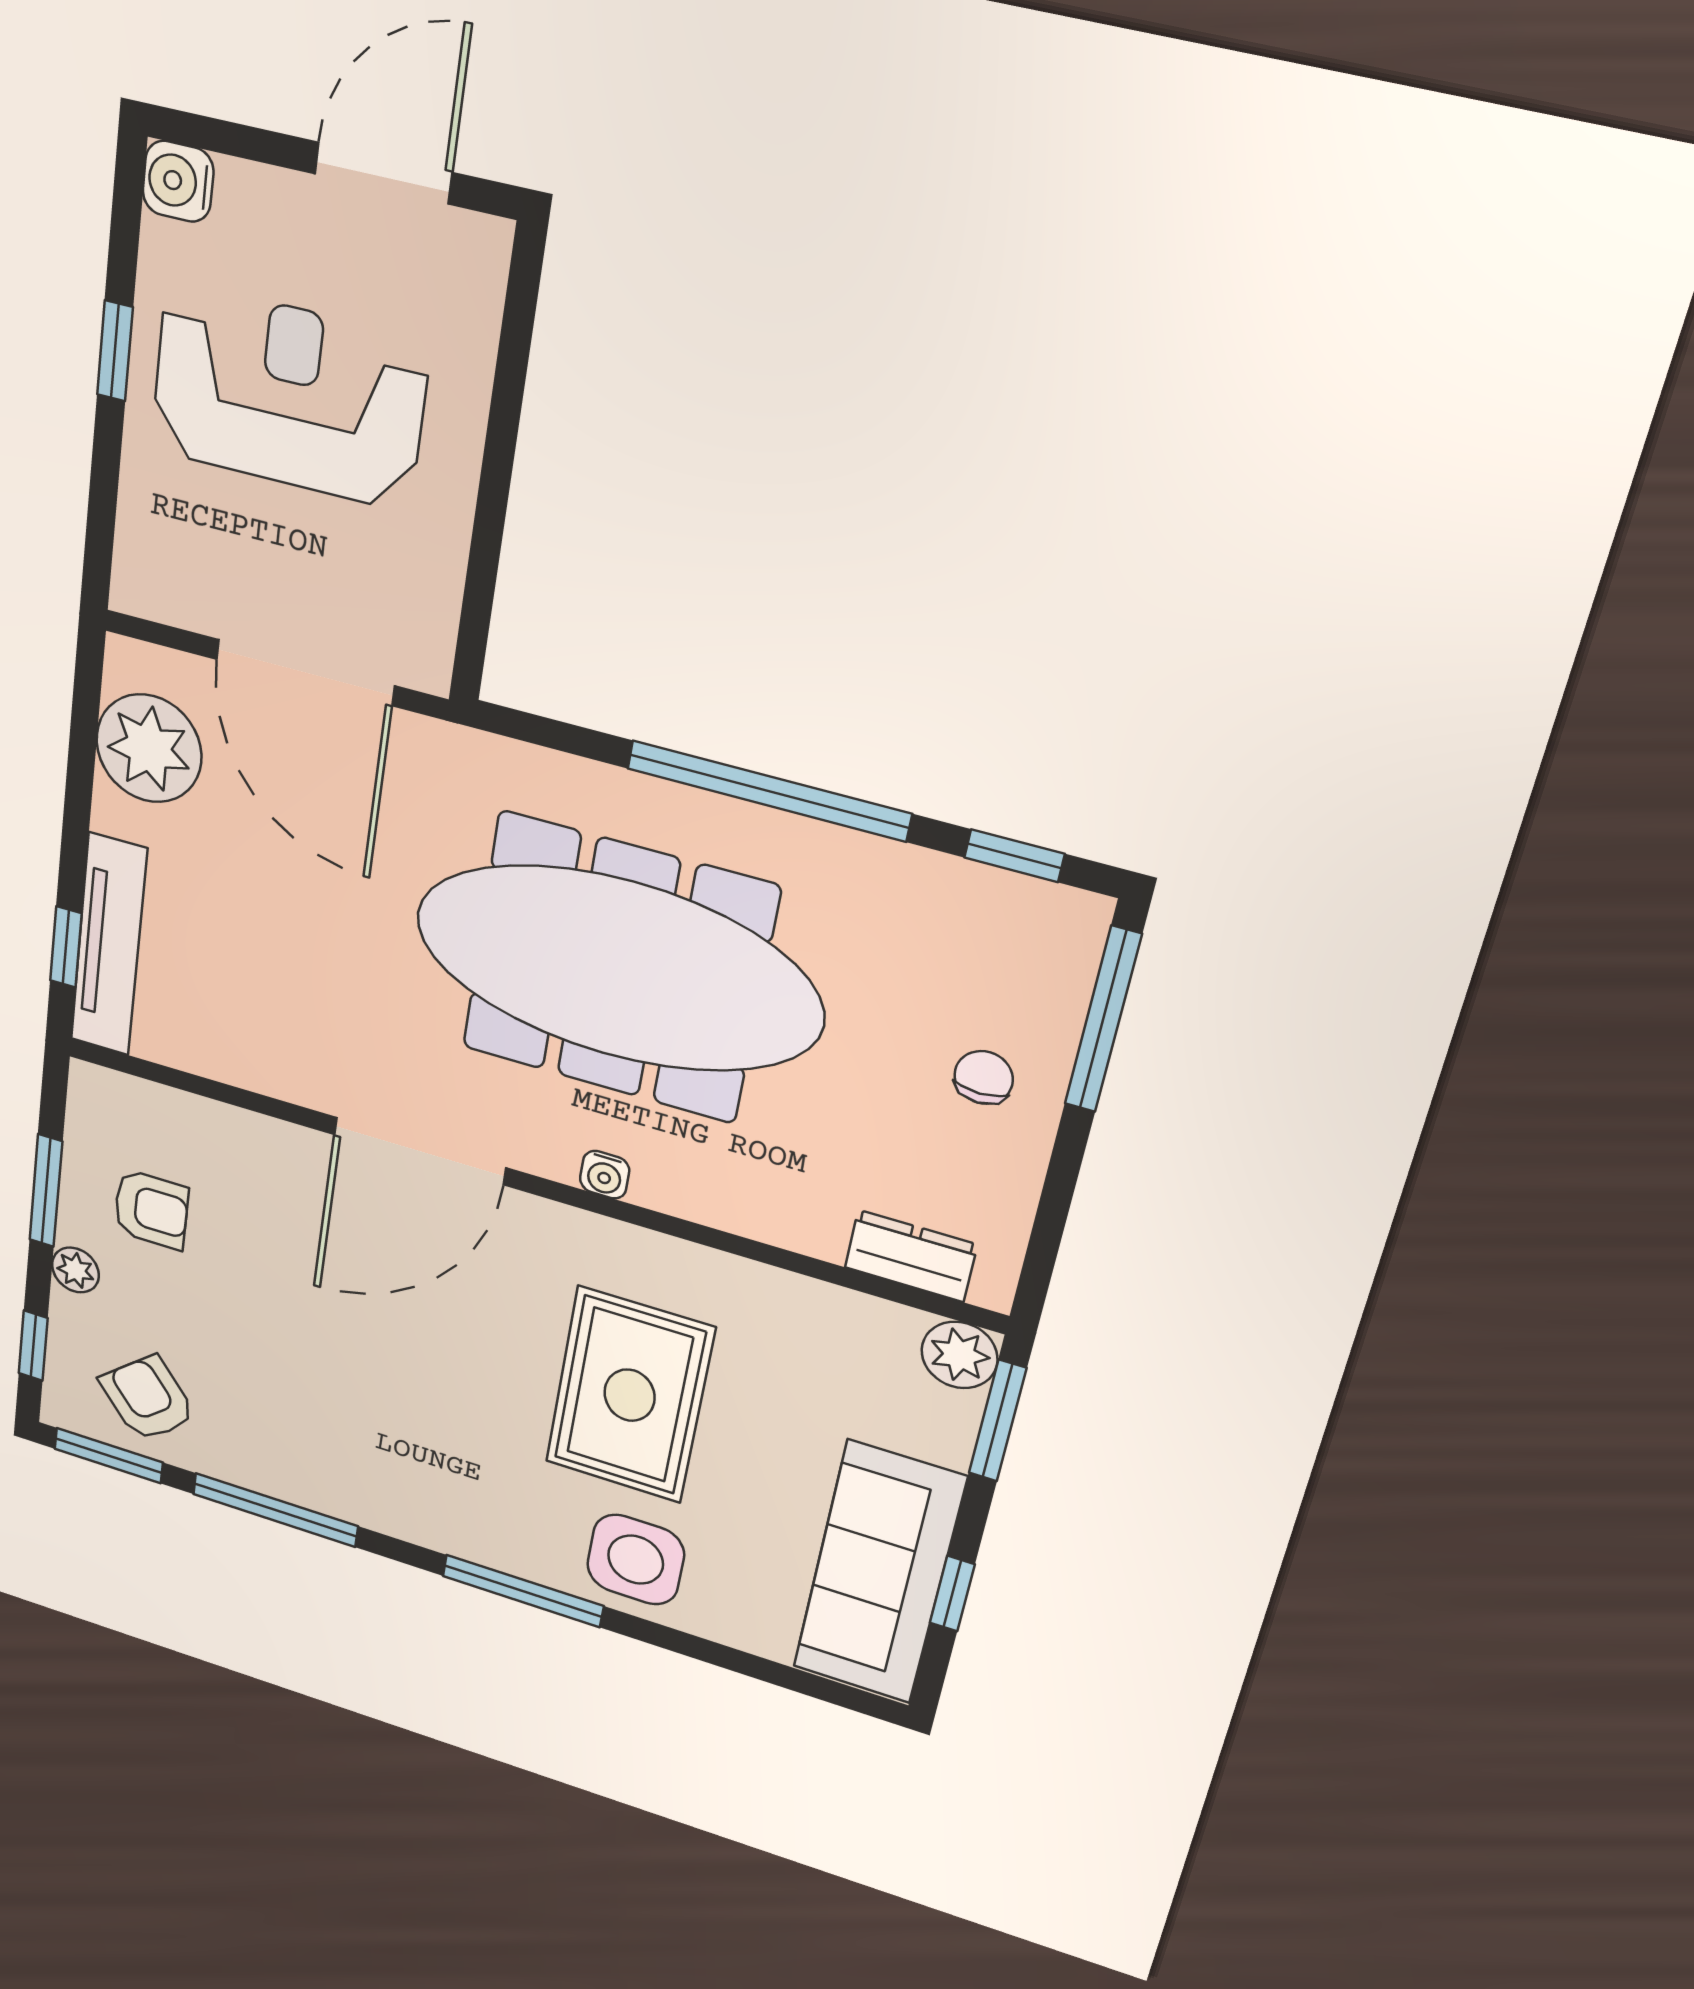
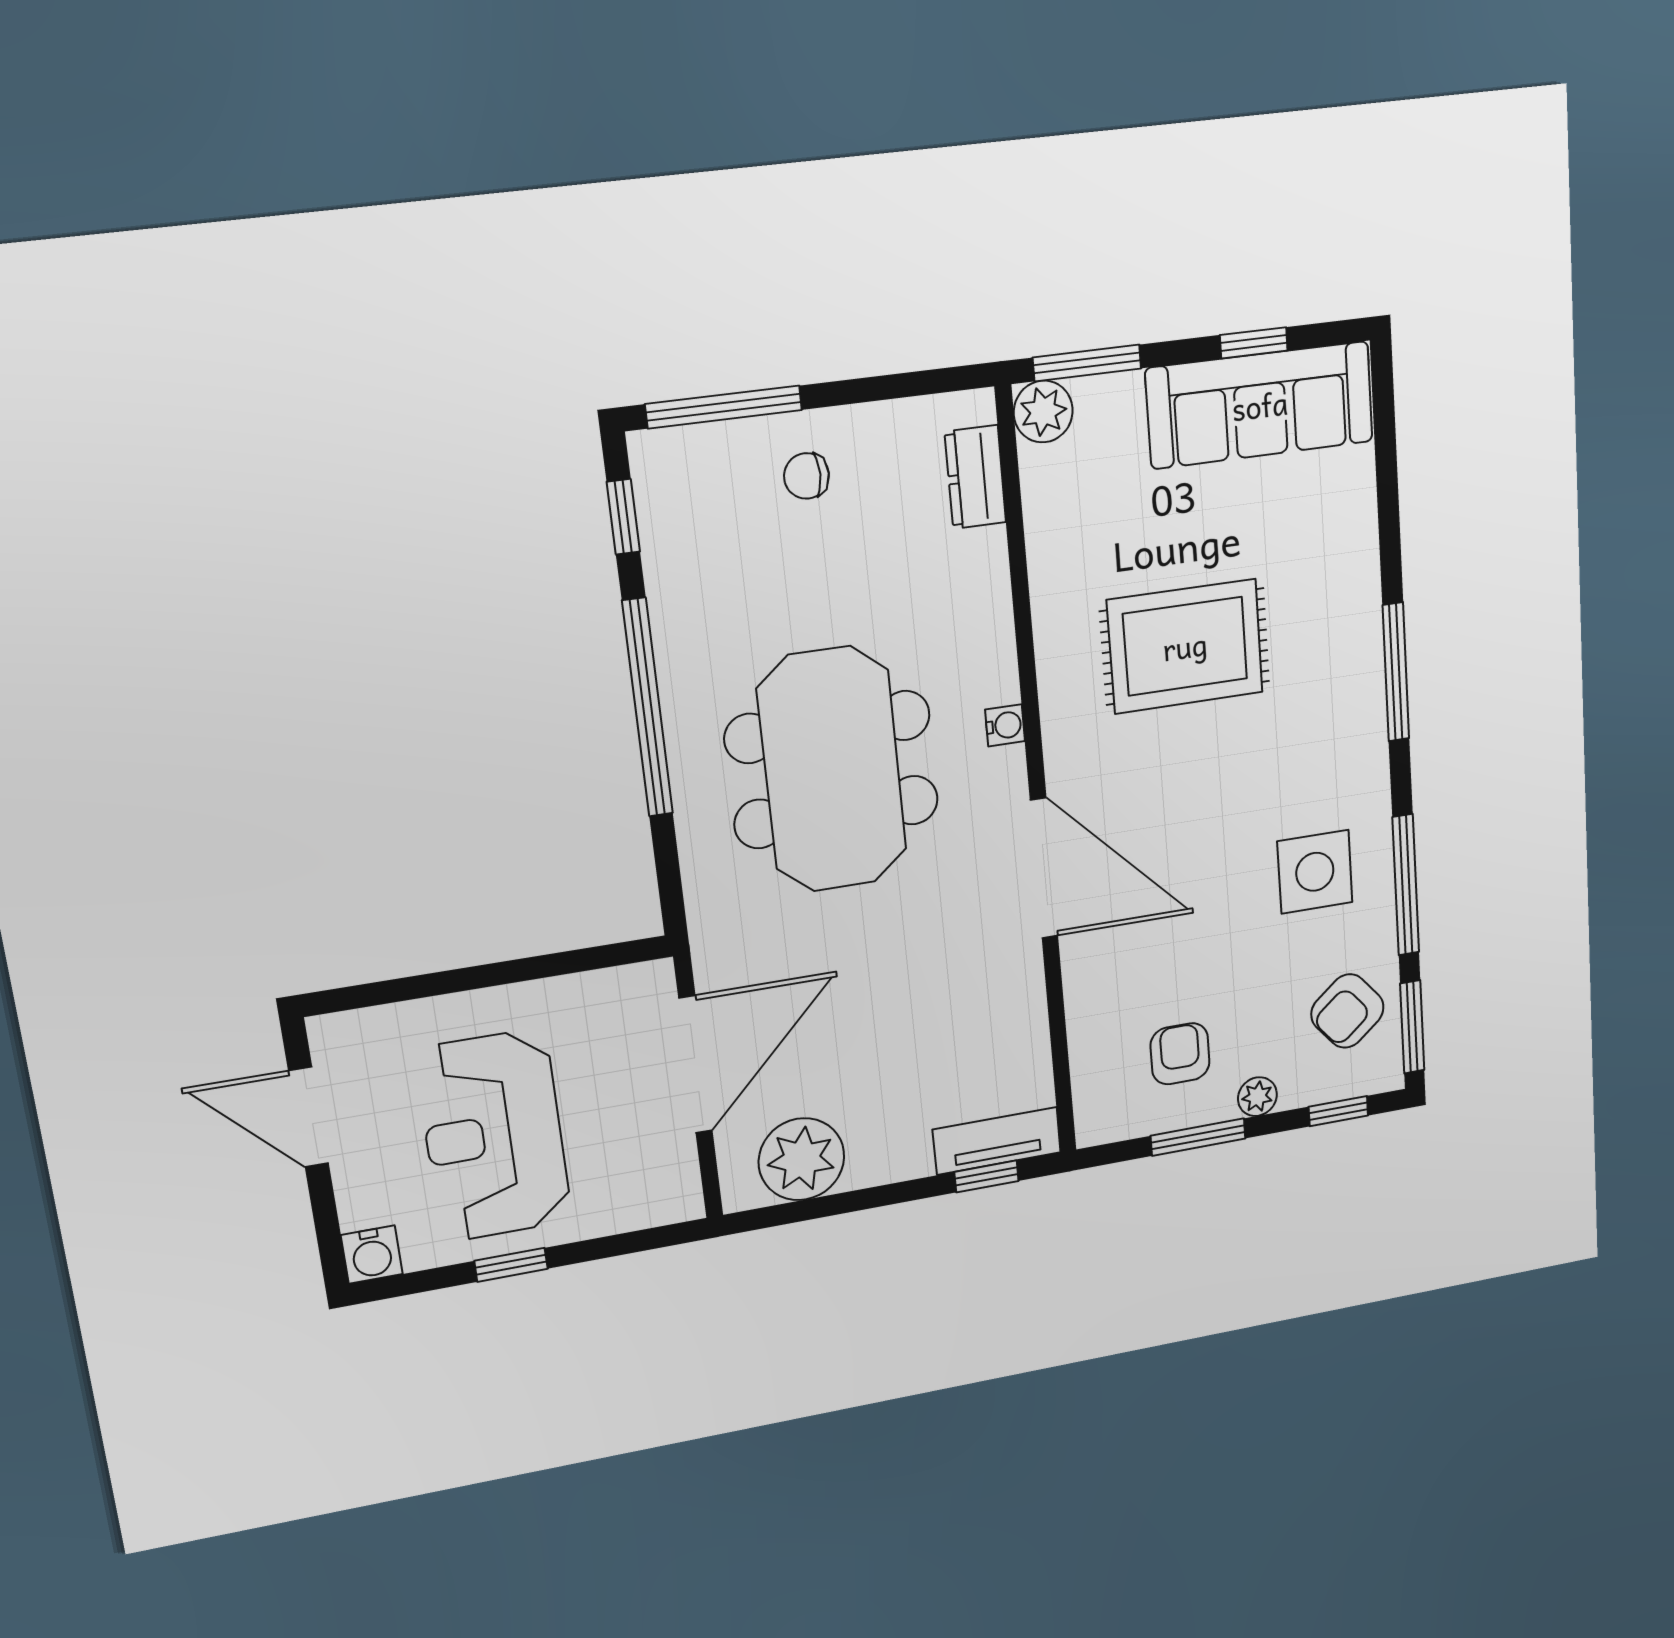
tv unit: (109, 945) -> (997, 1141), width x0.71
meeting table: (618, 968) -> (832, 770), width x0.73
side table: (636, 1560) -> (1315, 872), moved

